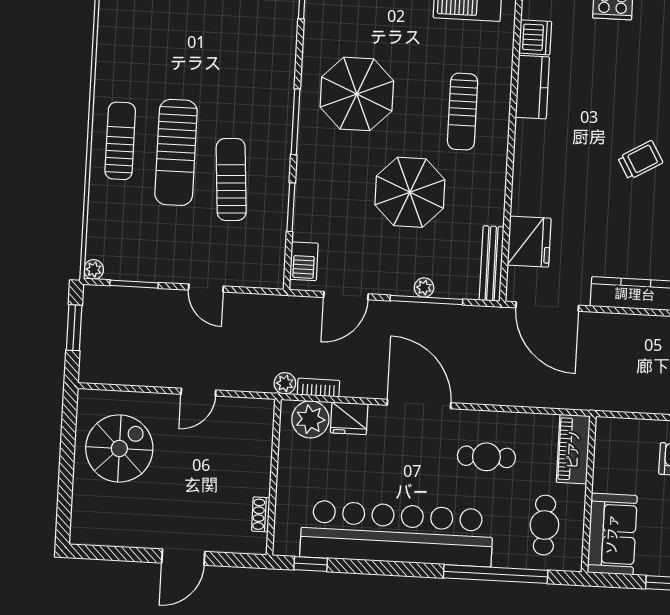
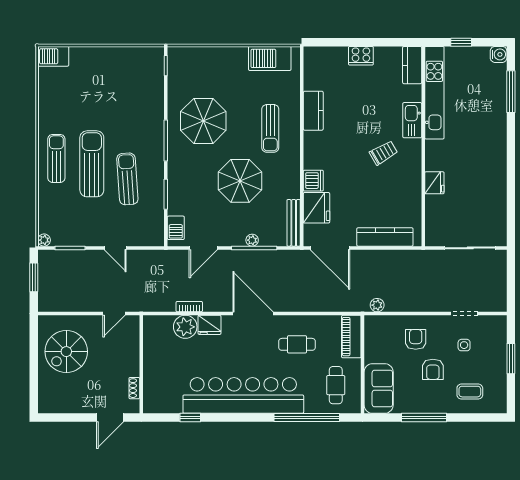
dishwasher: (535, 37) -> (313, 181), moved
sun lounger: (176, 152) -> (92, 164), turned 180
plant: (285, 383) -> (377, 305), moved
spiral stairs: (119, 448) -> (66, 352), turned 180
wall: (274, 477) -> (141, 364), moved
shoe rack: (261, 514) -> (134, 388), moved

